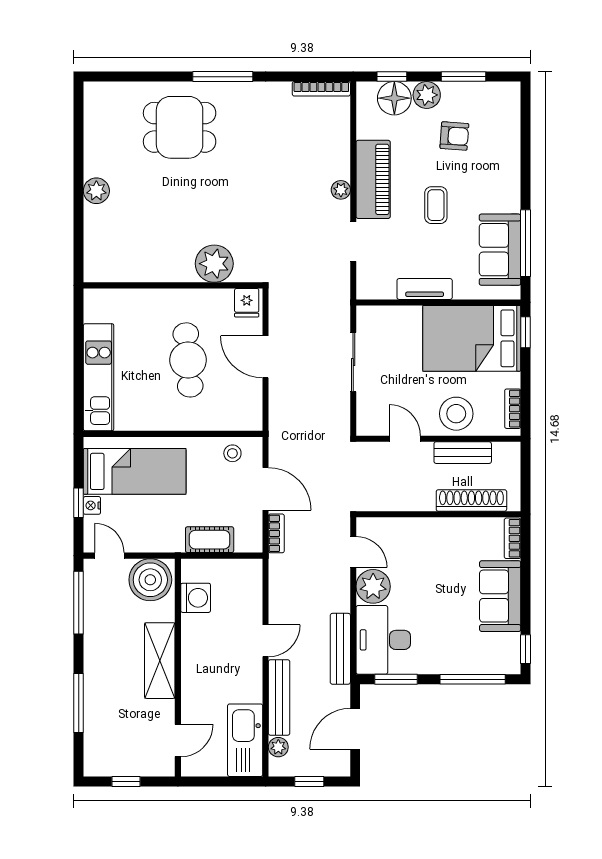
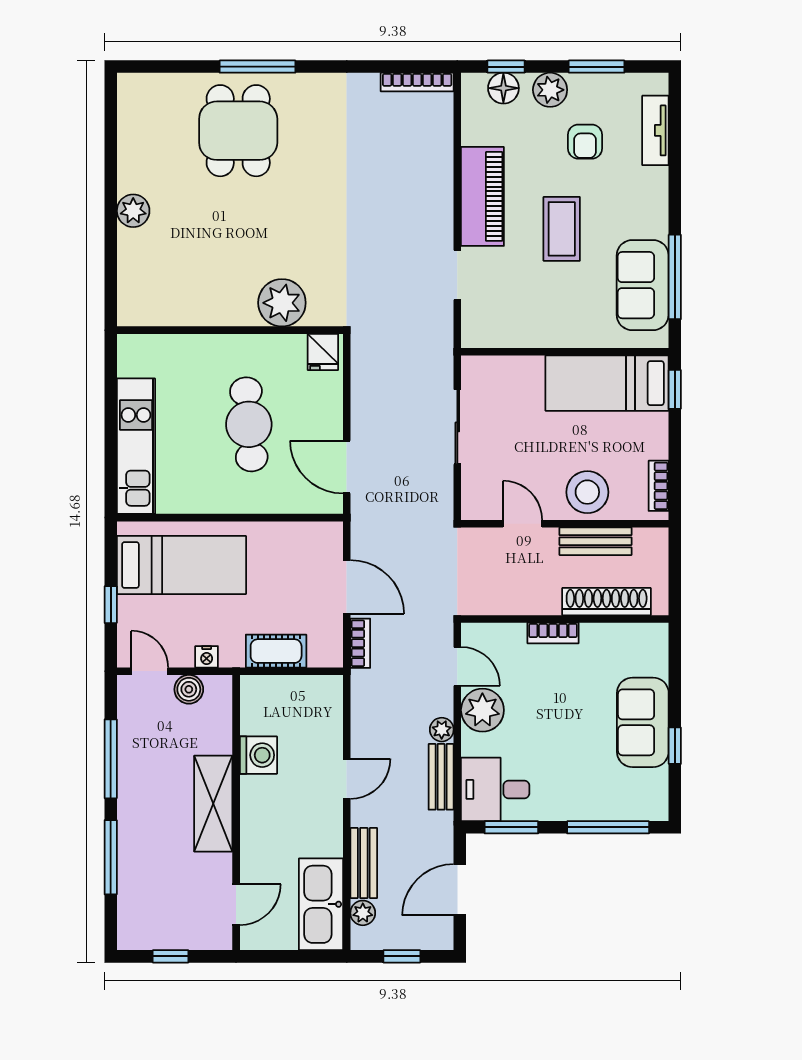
window: (223, 77) -> (257, 67), moved
floor lamp: (394, 98) -> (503, 88), width x0.73, depth x0.73
dining table: (180, 127) -> (238, 131), turned 90
armchair: (454, 136) -> (585, 142), turned 86
plant: (341, 190) -> (442, 730), moved
coffee table: (436, 205) -> (562, 229), width x1.36, depth x1.30
tv unit: (425, 289) -> (655, 130), moved, turned -90
bed: (472, 338) -> (607, 383), width x0.67
door: (266, 357) -> (347, 467), moved
stool: (232, 453) -> (305, 542), removed
nightstand: (92, 505) -> (207, 657), moved, turned -90
bookcase: (513, 538) -> (553, 633), moved, turned -90
boiler: (150, 580) -> (189, 689), width x0.54, depth x0.54
washing machine: (196, 598) -> (258, 755), moved
window: (79, 603) -> (111, 759), moved
desk: (383, 640) -> (495, 789), width x0.73
bench: (340, 649) -> (441, 777), width x0.73
window: (526, 649) -> (675, 746), moved
bench: (279, 697) -> (364, 863), width x0.73

